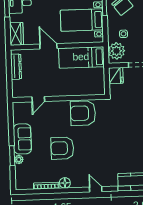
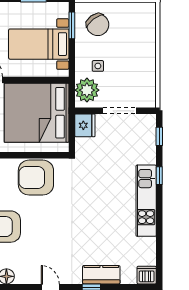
bed: (81, 57) -> (37, 113), width x2.04

